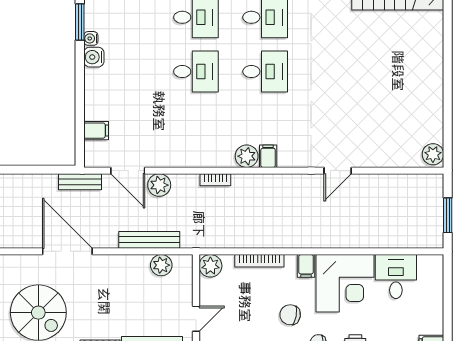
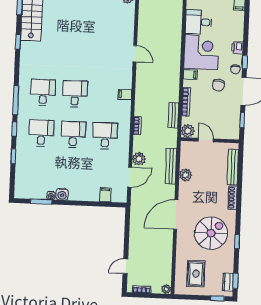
desk: (196, 126) -> (105, 136), added
plant: (247, 156) -> (124, 107), removed
bench: (80, 182) -> (173, 115), moved
plant: (161, 265) -> (185, 175), moved
door: (196, 319) -> (206, 140), moved

